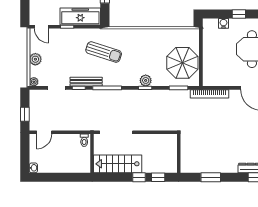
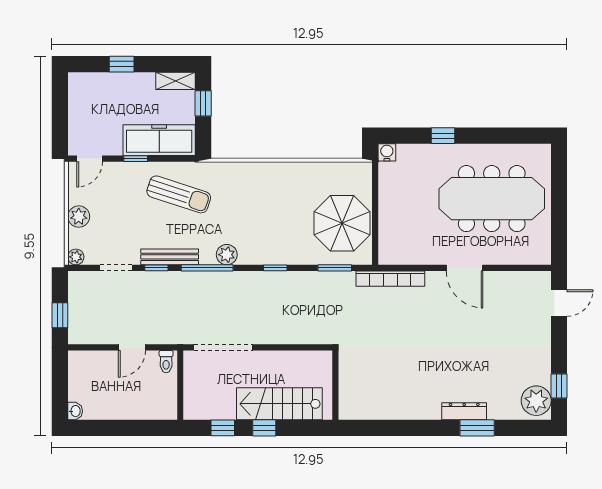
water cooler: (223, 23) -> (387, 152), moved
door: (41, 27) -> (90, 159), hinge flipped
sun lounger: (104, 52) -> (179, 194), moved
plant: (146, 80) -> (227, 255), moved
door: (44, 132) -> (132, 347), moved
stairs: (118, 164) -> (279, 404), moved
window: (158, 177) -> (223, 428), moved
window: (211, 177) -> (393, 428), removed

